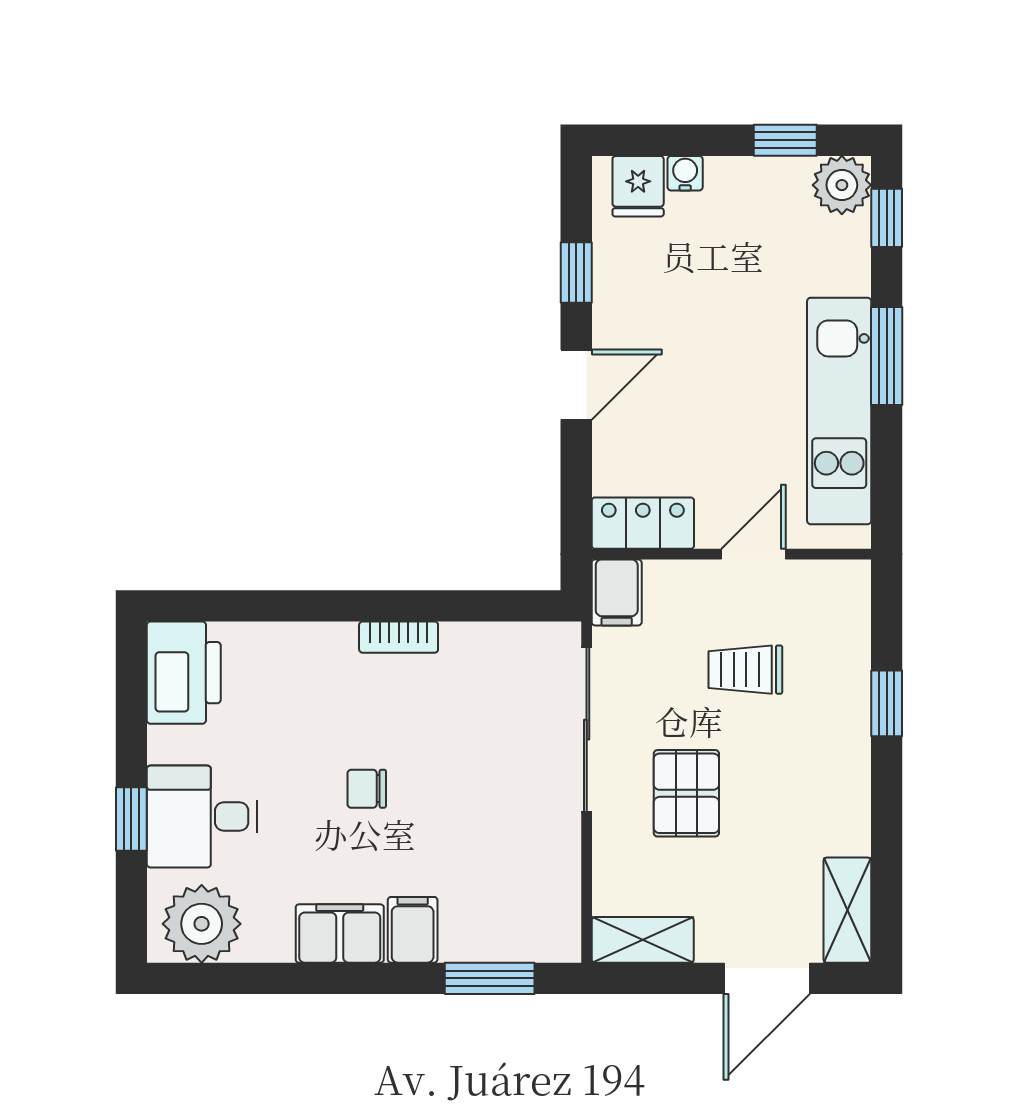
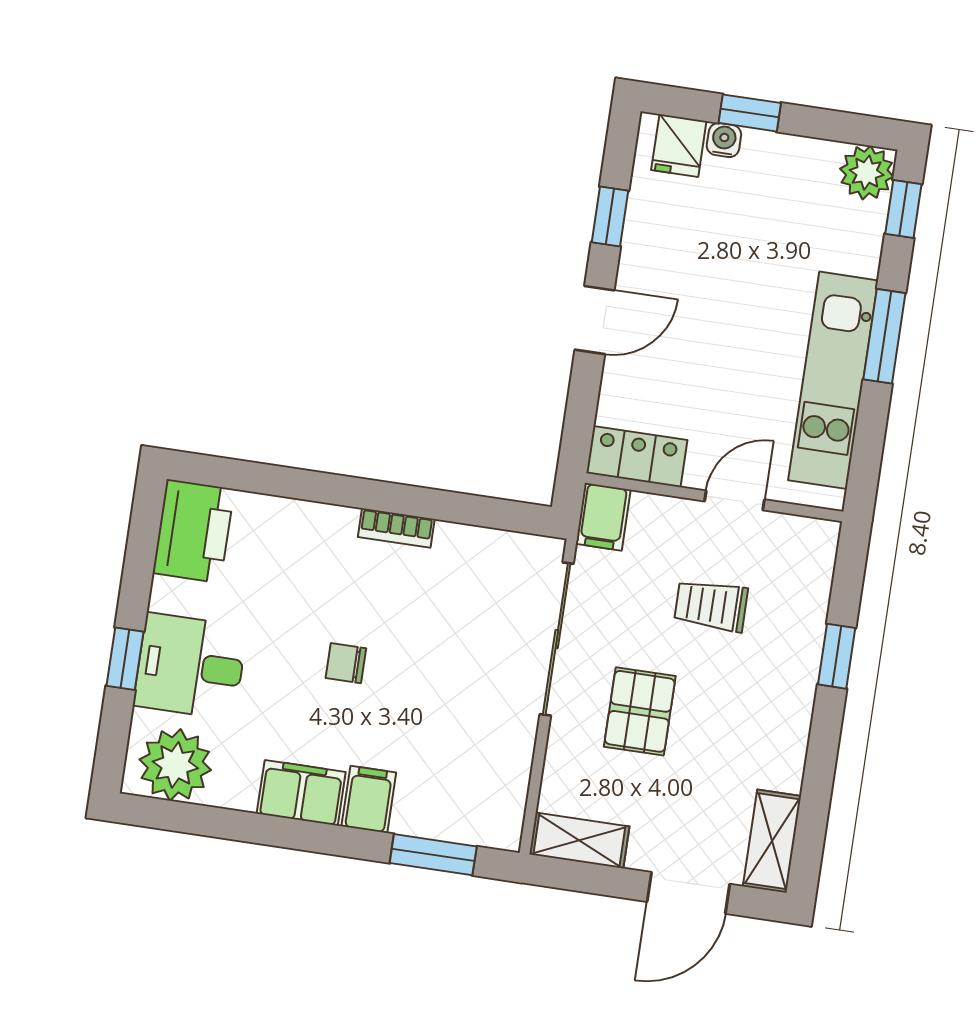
window: (785, 140) -> (750, 113), moved

